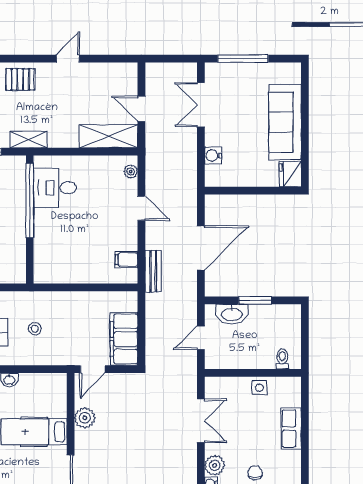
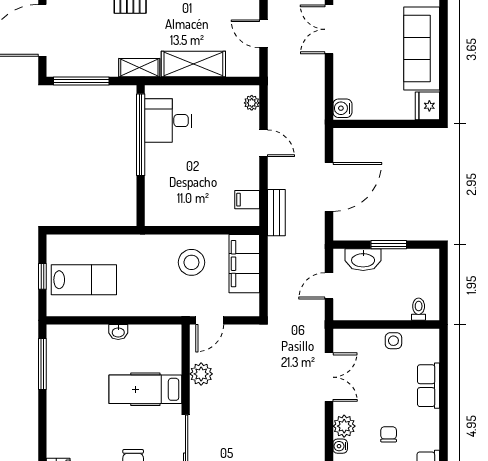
shelving: (108, 136) -> (193, 64), moved
water cooler: (213, 155) -> (342, 108), moved
stool: (35, 329) -> (191, 262), moved, width x1.89, depth x1.89
filing cabinet: (124, 339) -> (244, 264), moved

